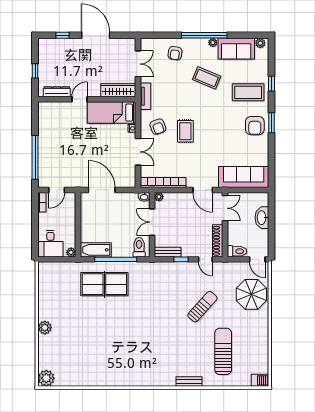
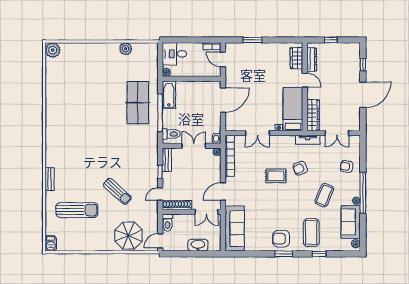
wardrobe: (55, 109) -> (297, 58), added
armchair: (158, 127) -> (300, 168), moved
window: (35, 157) -> (252, 40), width x0.47
plant: (45, 328) -> (126, 49), moved

